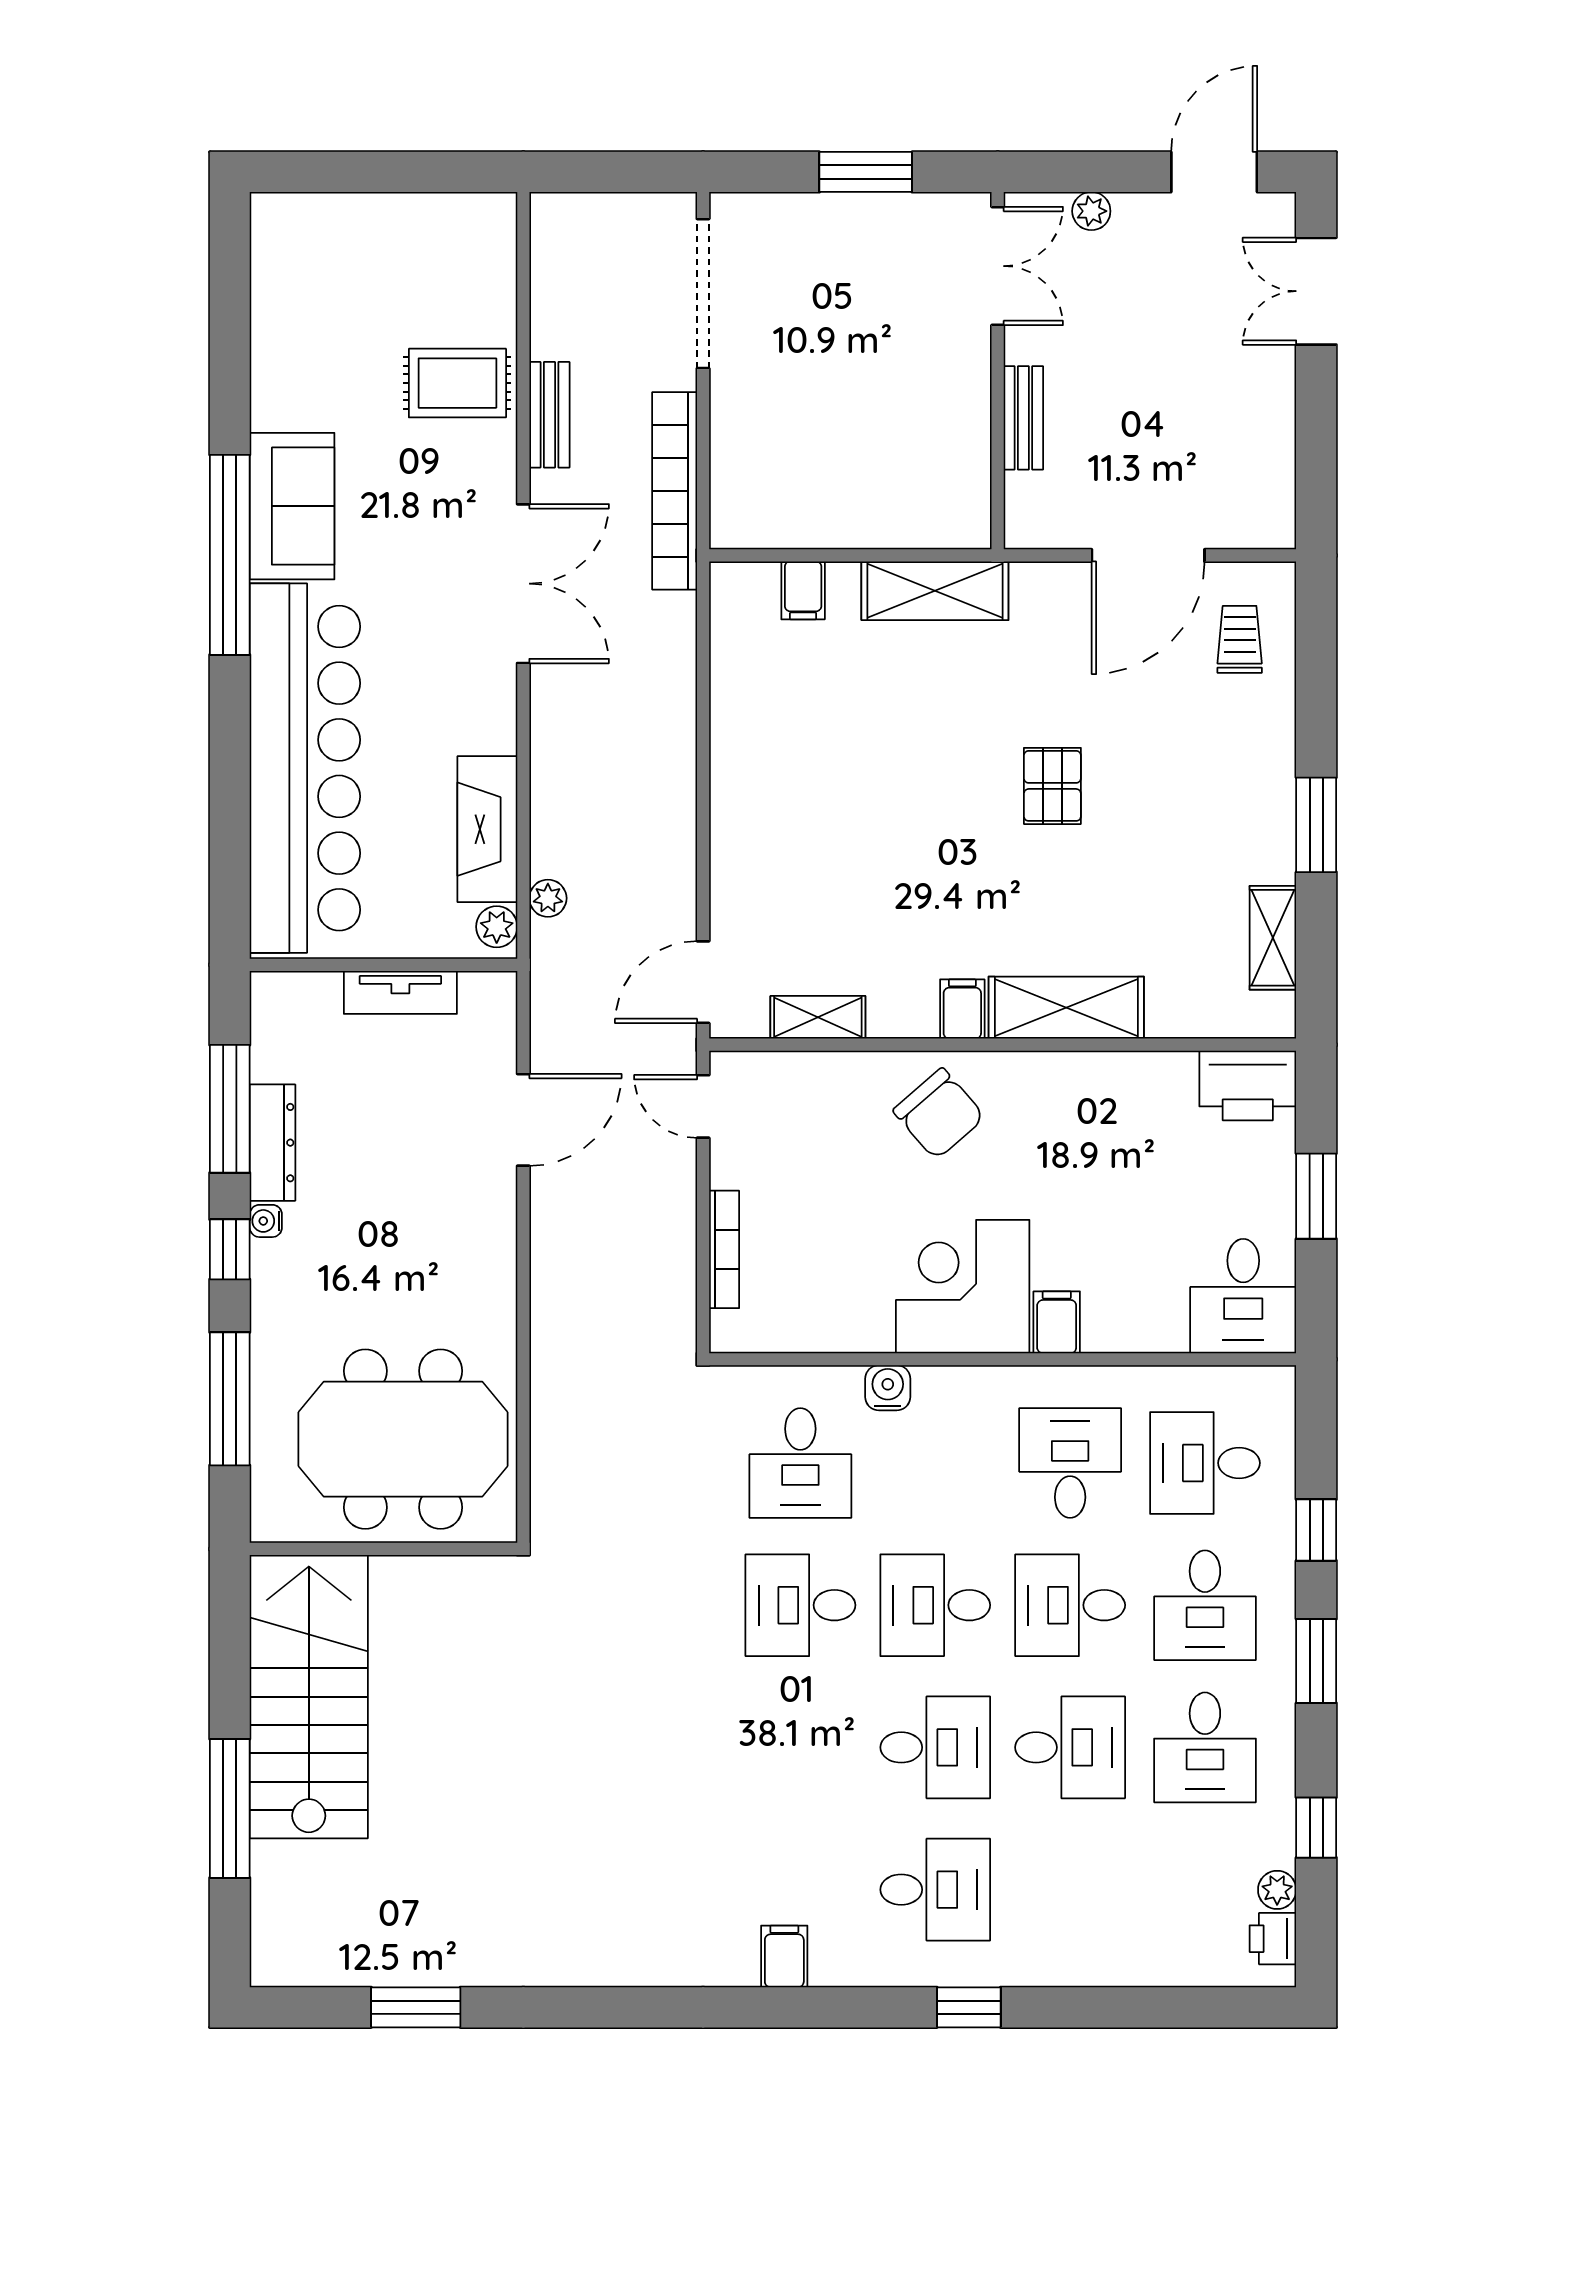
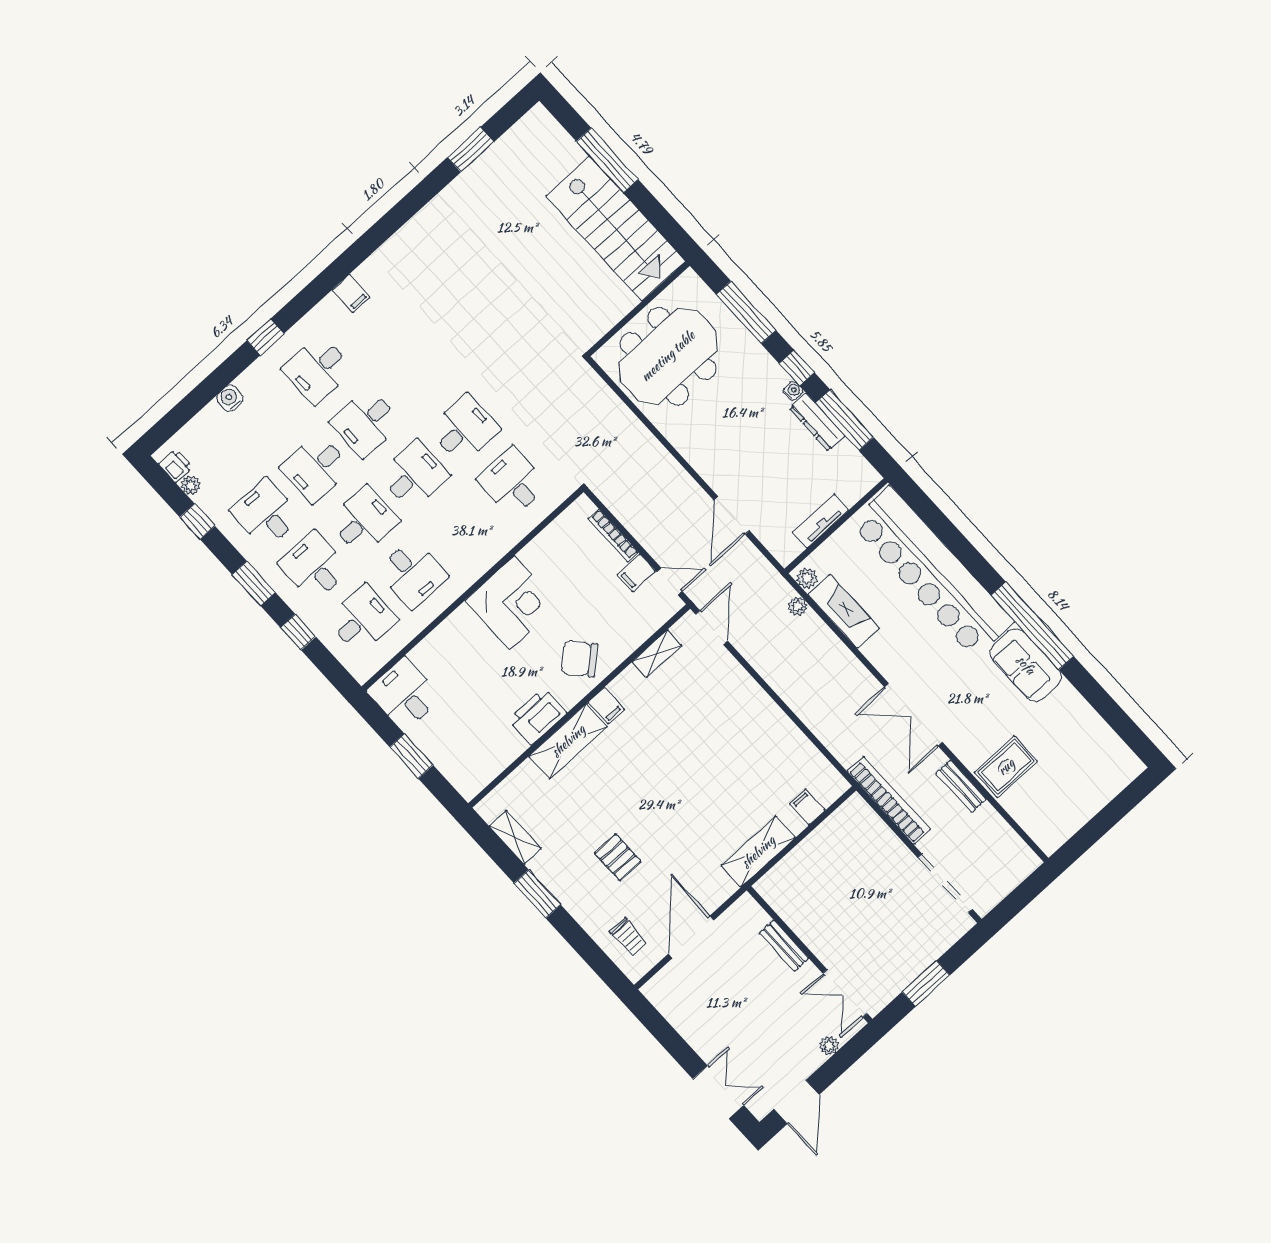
pallet: (1052, 786) -> (618, 857), moved
printer: (1248, 1086) -> (537, 716), moved
filing cabinet: (1057, 1322) -> (636, 573), moved, turned 90
water cooler: (888, 1388) -> (230, 398), moved, turned 180

